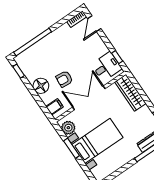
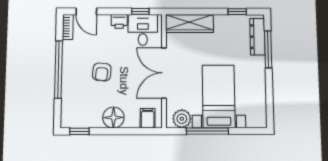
window: (33, 42) -> (59, 69), moved
printer: (102, 48) -> (119, 21), added
armchair: (64, 79) -> (102, 72), moved
window: (71, 148) -> (207, 131), width x1.44

